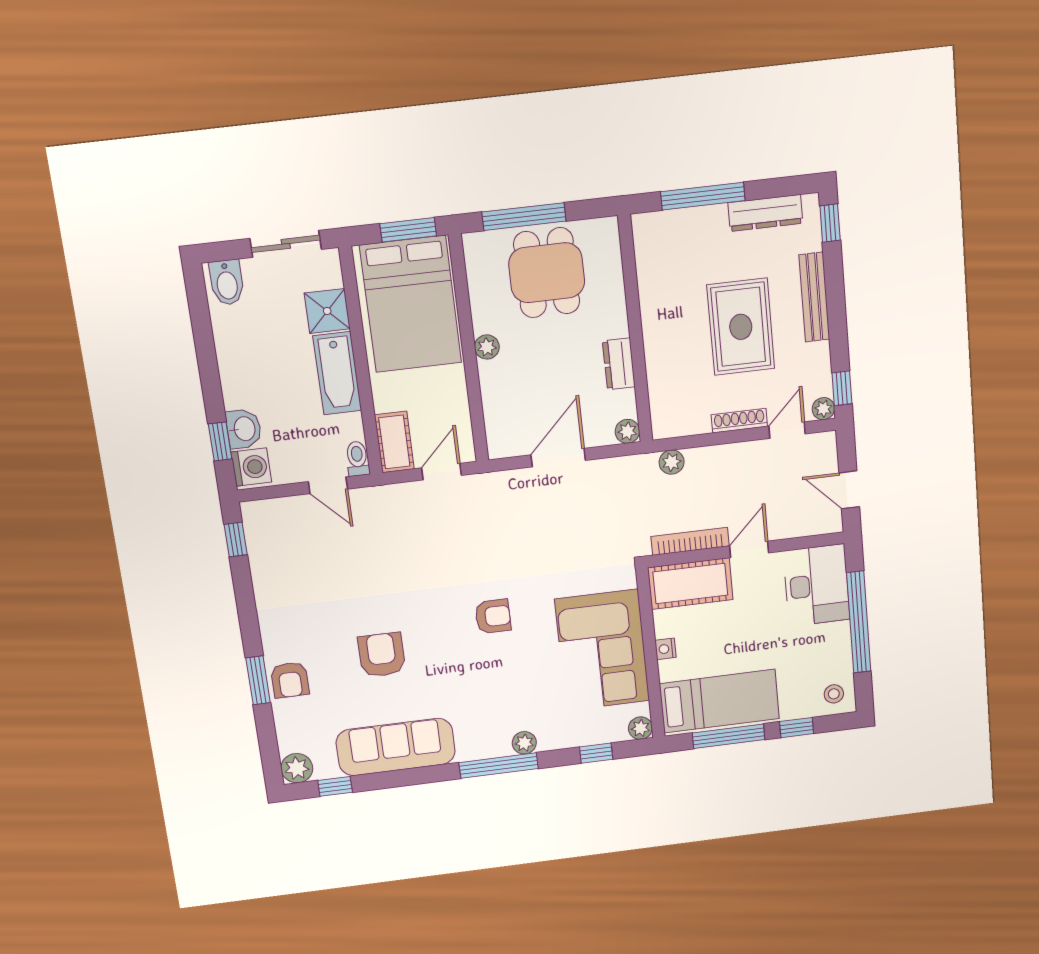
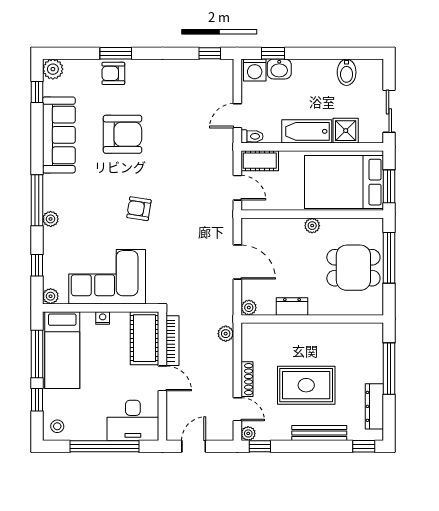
bidet: (227, 282) -> (347, 72), moved, turned -90
armchair: (493, 616) -> (139, 209), turned 99
armchair: (382, 655) -> (122, 134), width x1.36, depth x1.36

